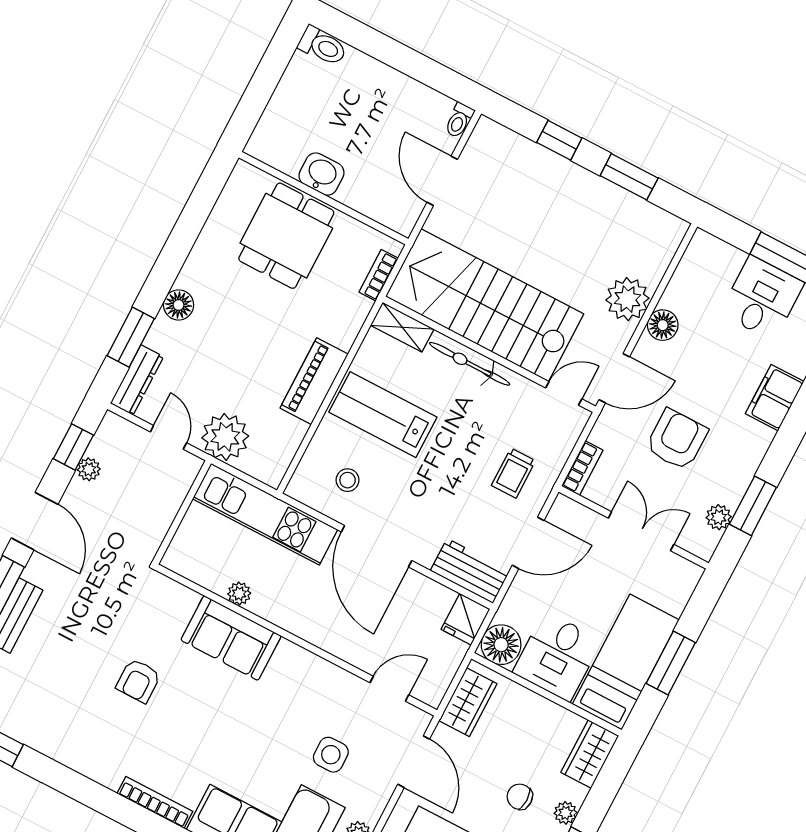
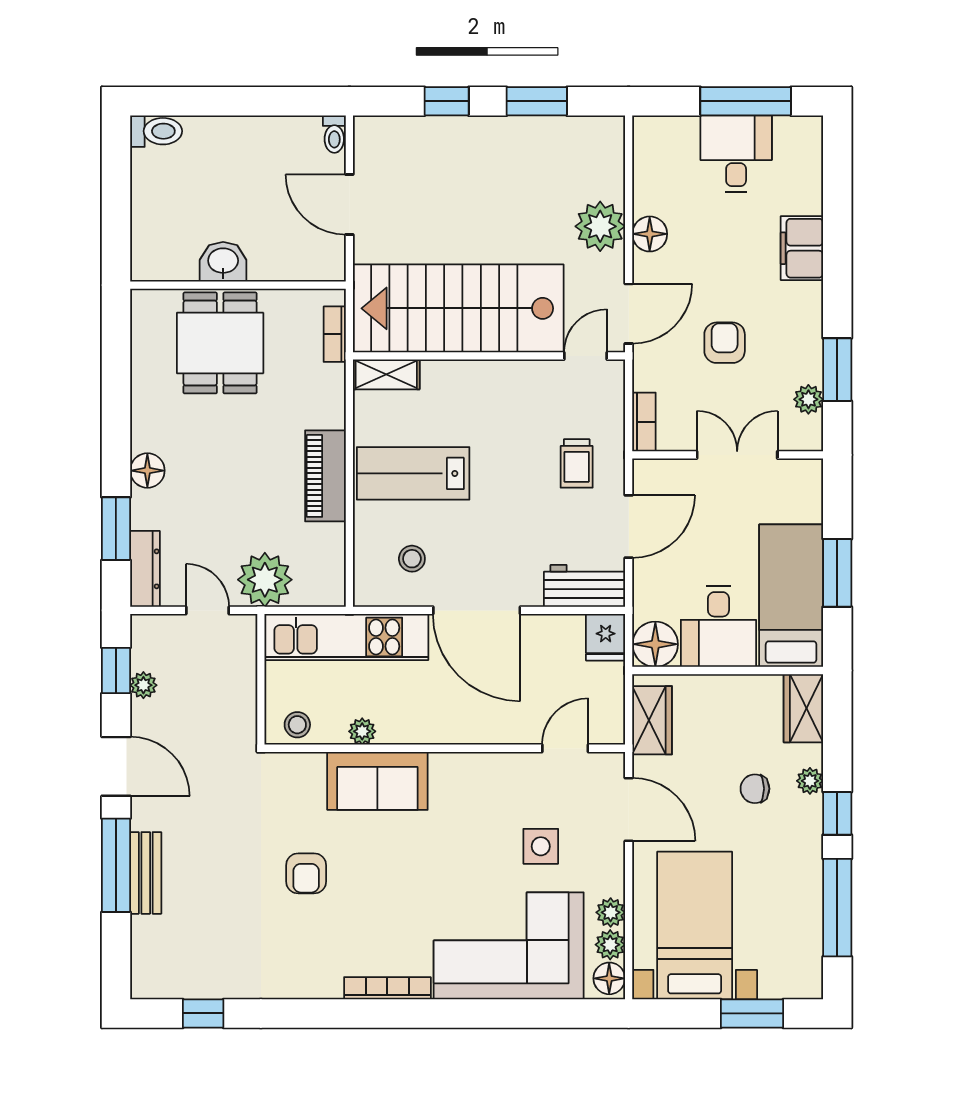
bicycle: (470, 364) -> (474, 376), removed
armchair: (677, 439) -> (725, 343), width x0.72, depth x0.72
stool: (192, 562) -> (297, 725), added

